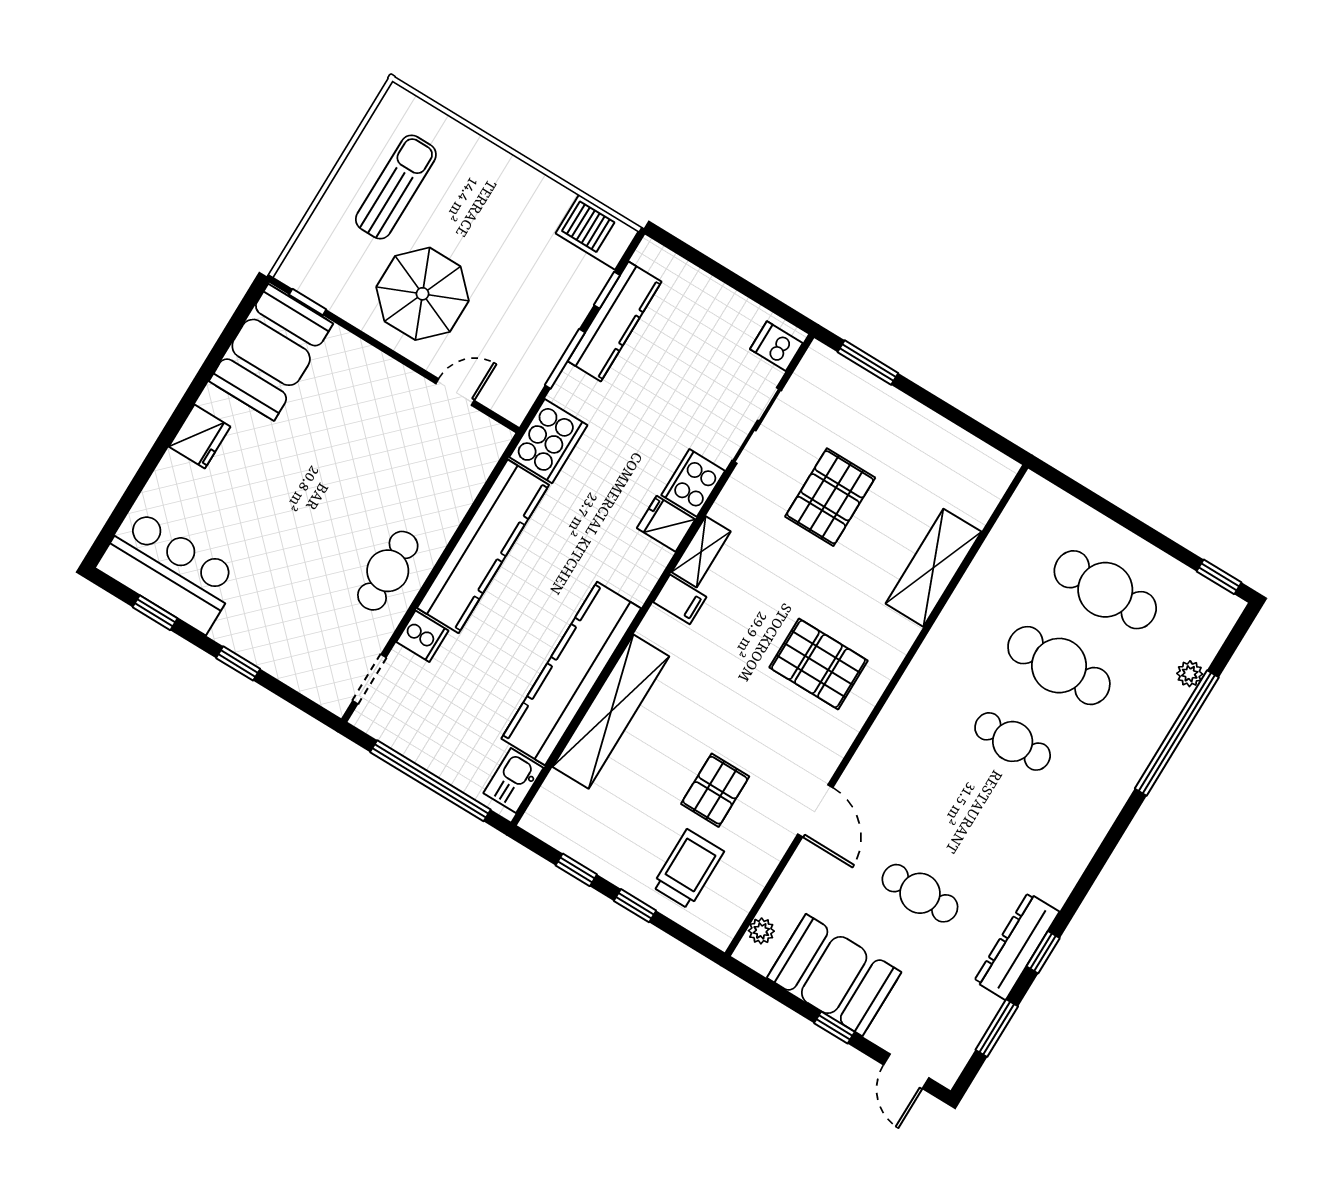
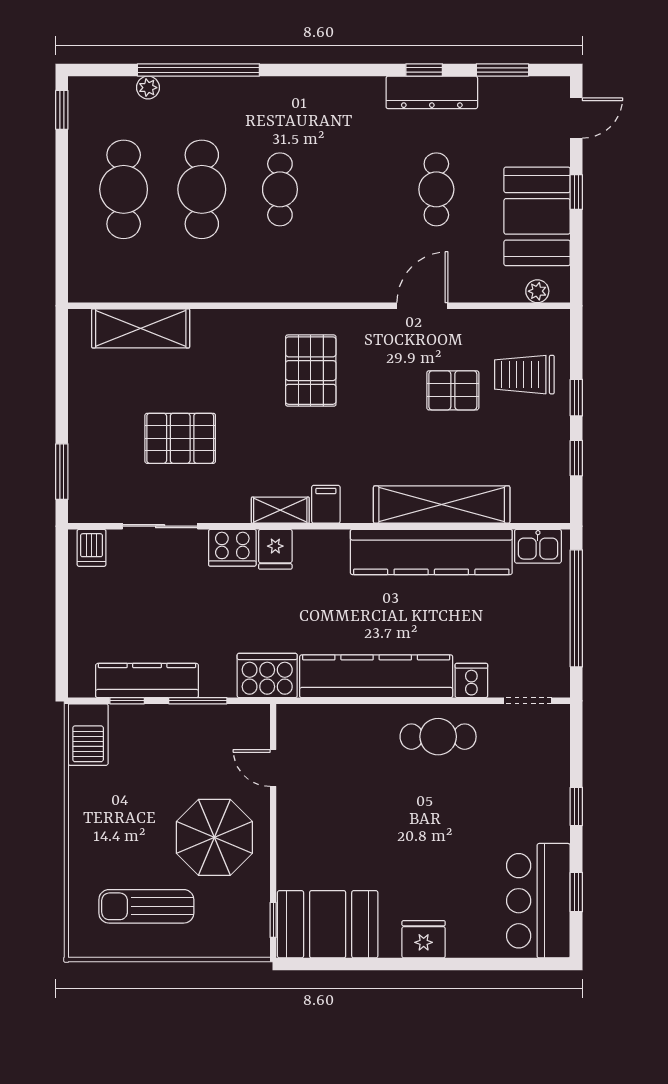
shelving: (933, 568) -> (141, 328), moved

